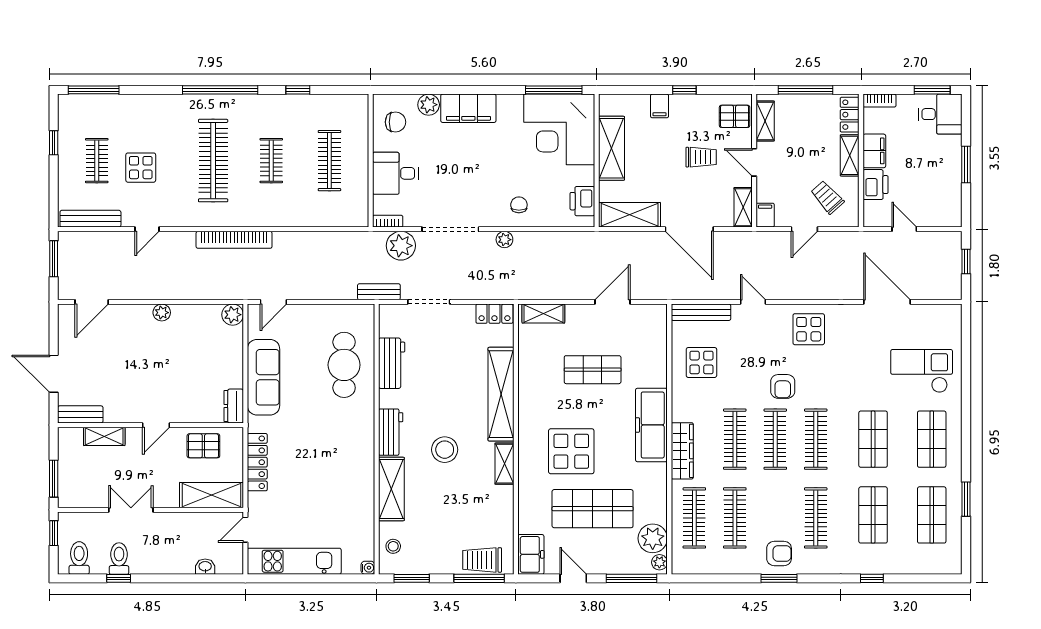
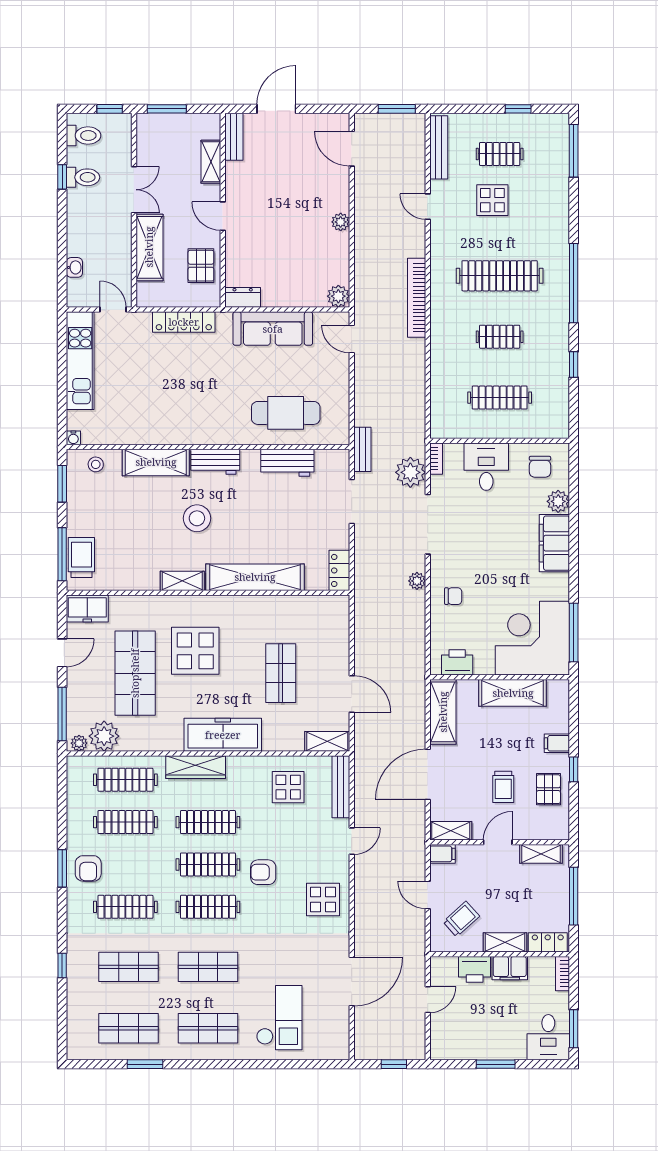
pallet: (735, 116) -> (548, 789), moved
shelving: (543, 313) -> (327, 741), moved, turned 90
shelving: (211, 495) -> (149, 247), moved

